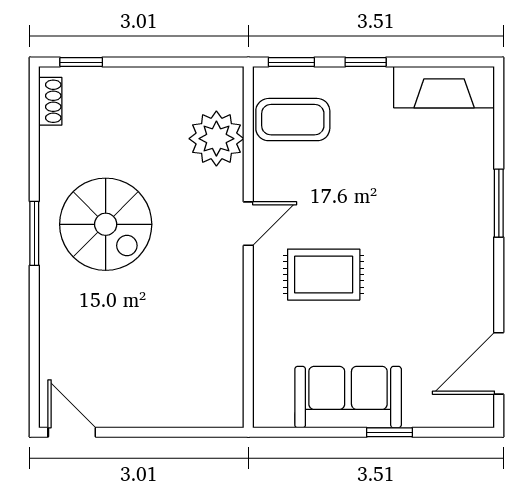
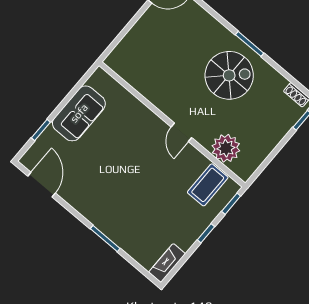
fireplace: (444, 87) -> (167, 263), width x0.73, depth x0.76
spiral stairs: (106, 224) -> (229, 75), turned 180
rug: (324, 275) -> (136, 145), removed
window: (389, 432) -> (41, 130), moved

